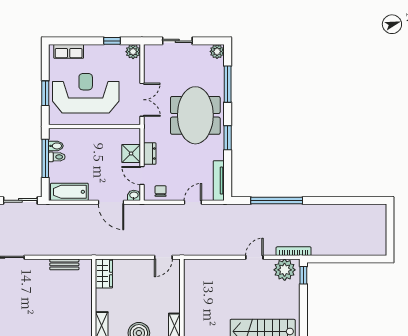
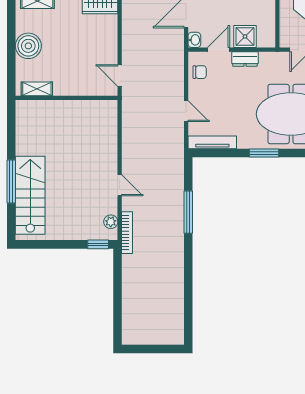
window: (277, 200) -> (188, 212), width x0.68
plant: (285, 270) -> (111, 222), width x0.53, depth x0.53

